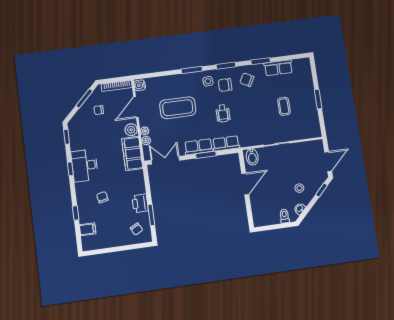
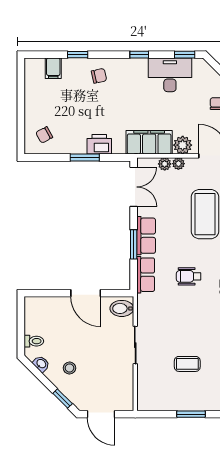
desk: (85, 165) -> (170, 75), moved
chair: (102, 197) -> (99, 76), moved
printer: (140, 203) -> (99, 144), moved
window: (151, 215) -> (85, 158), moved

